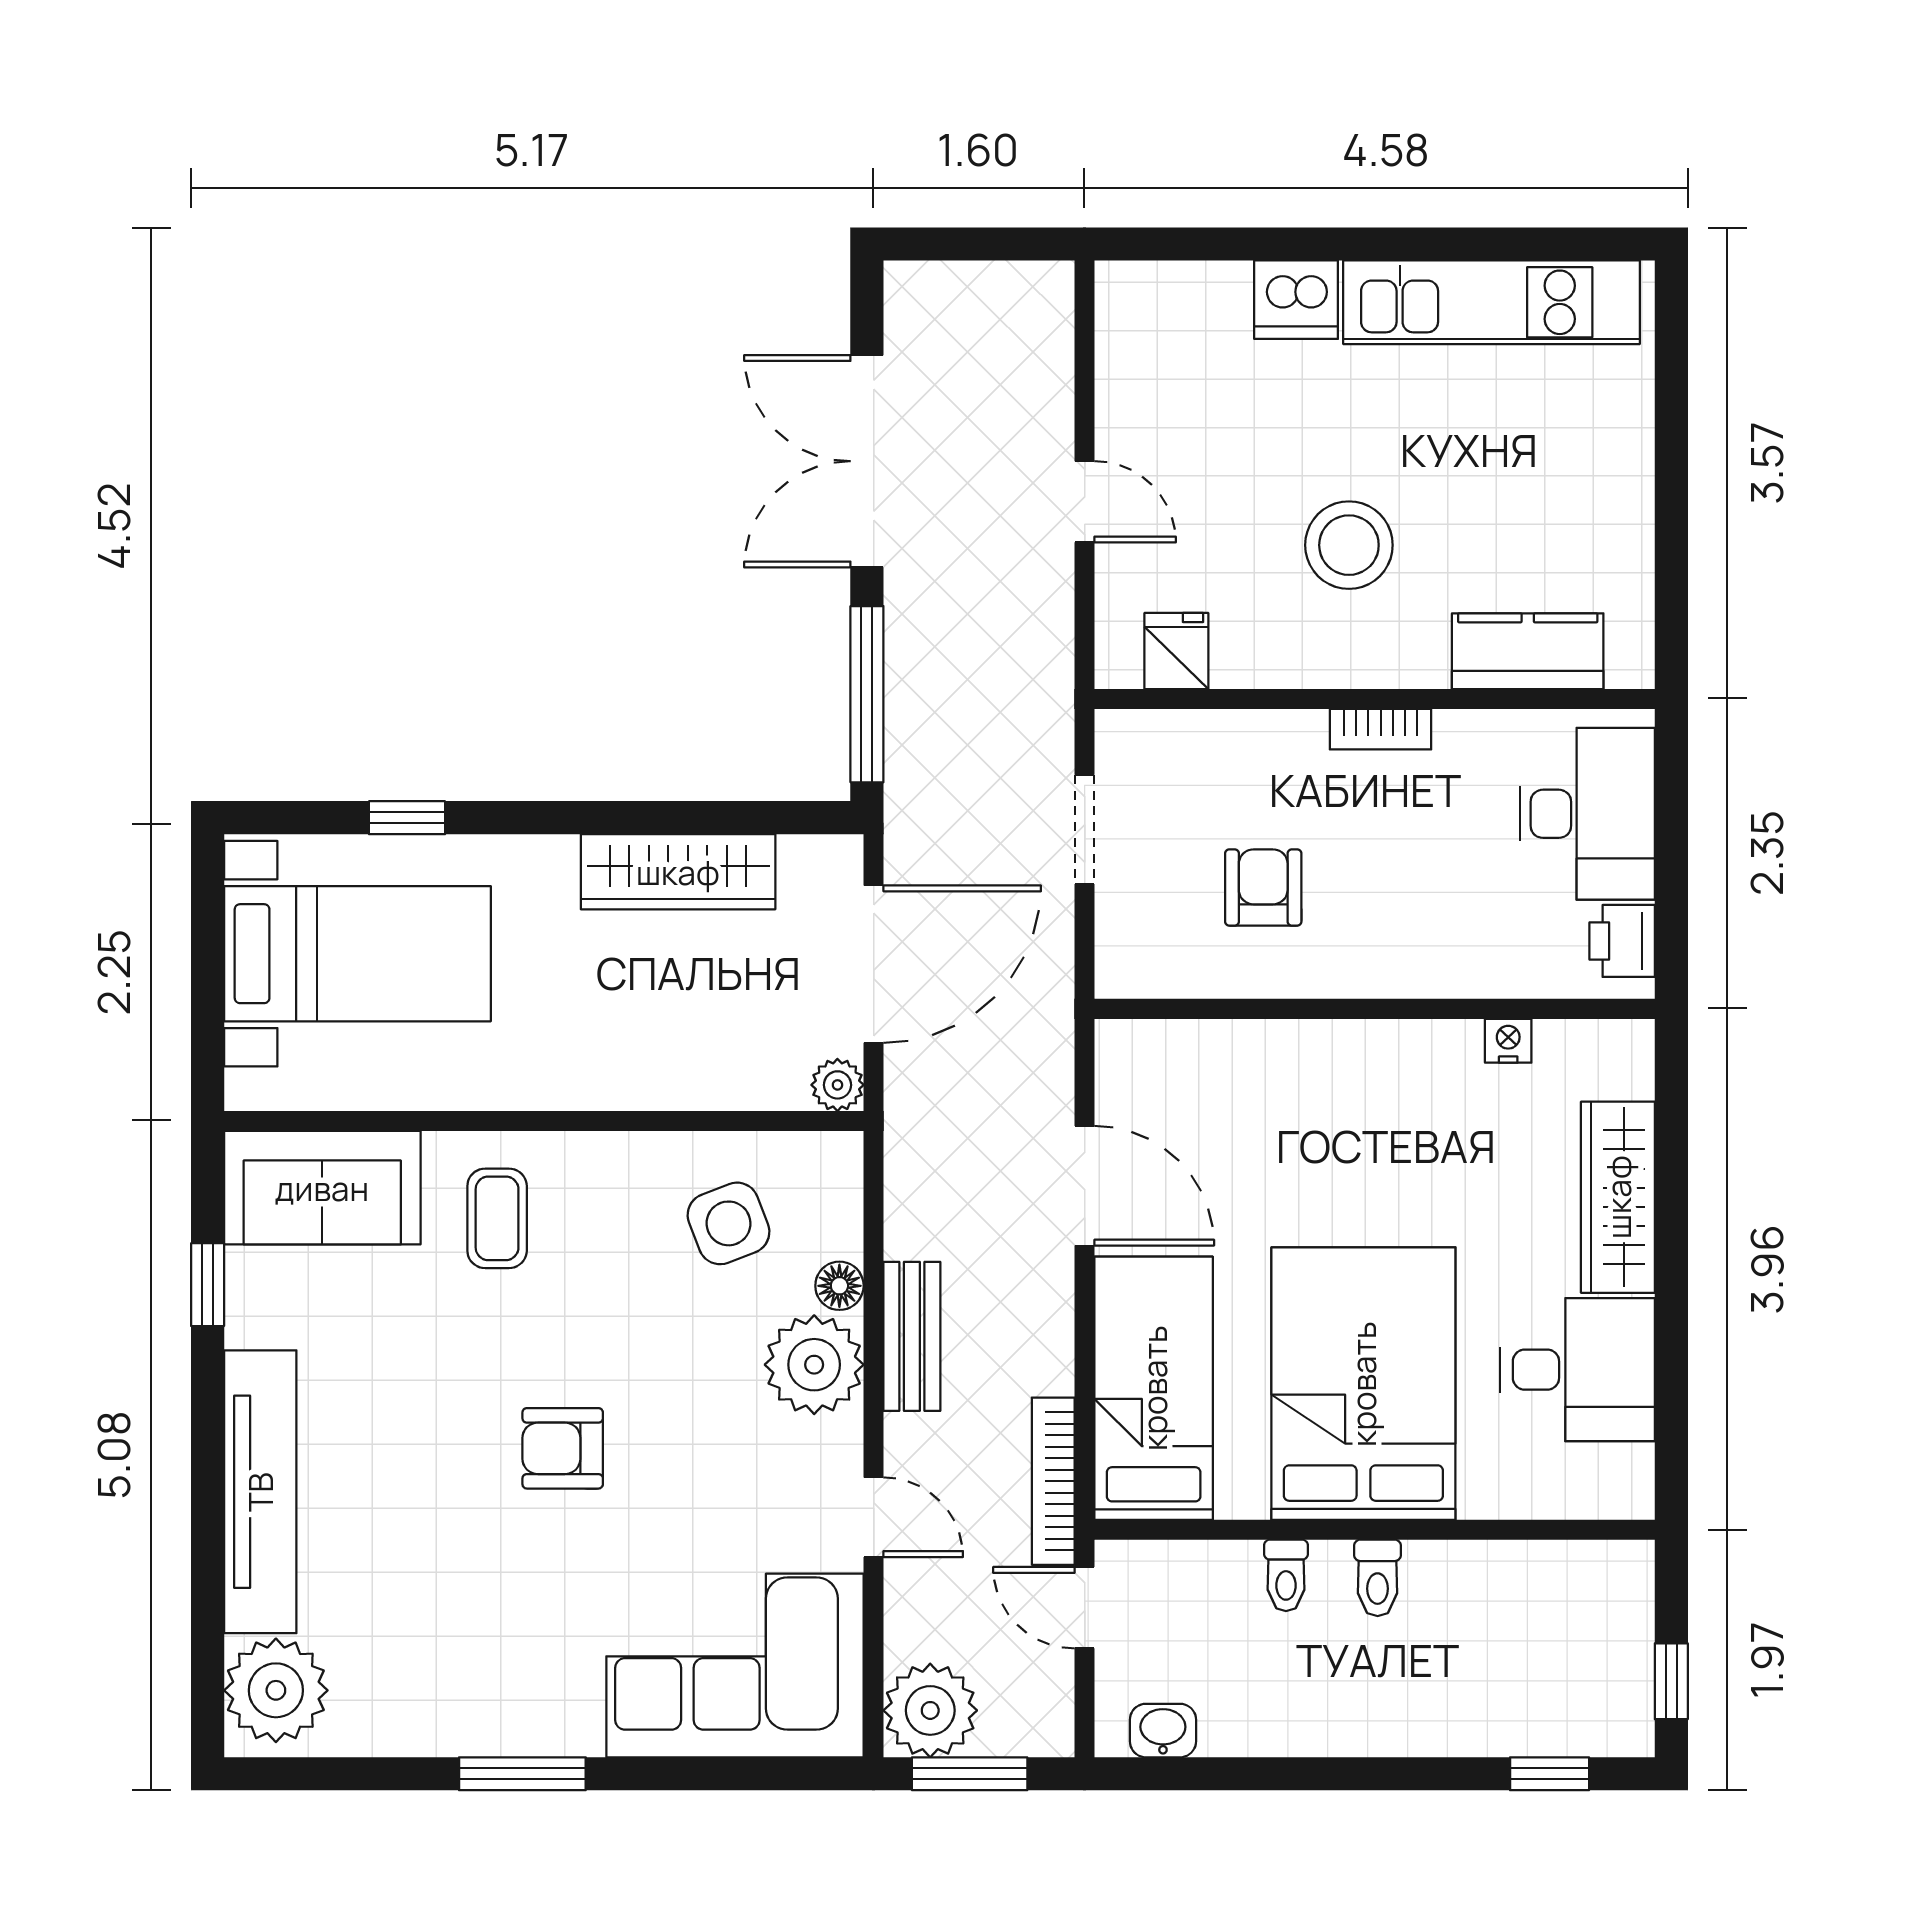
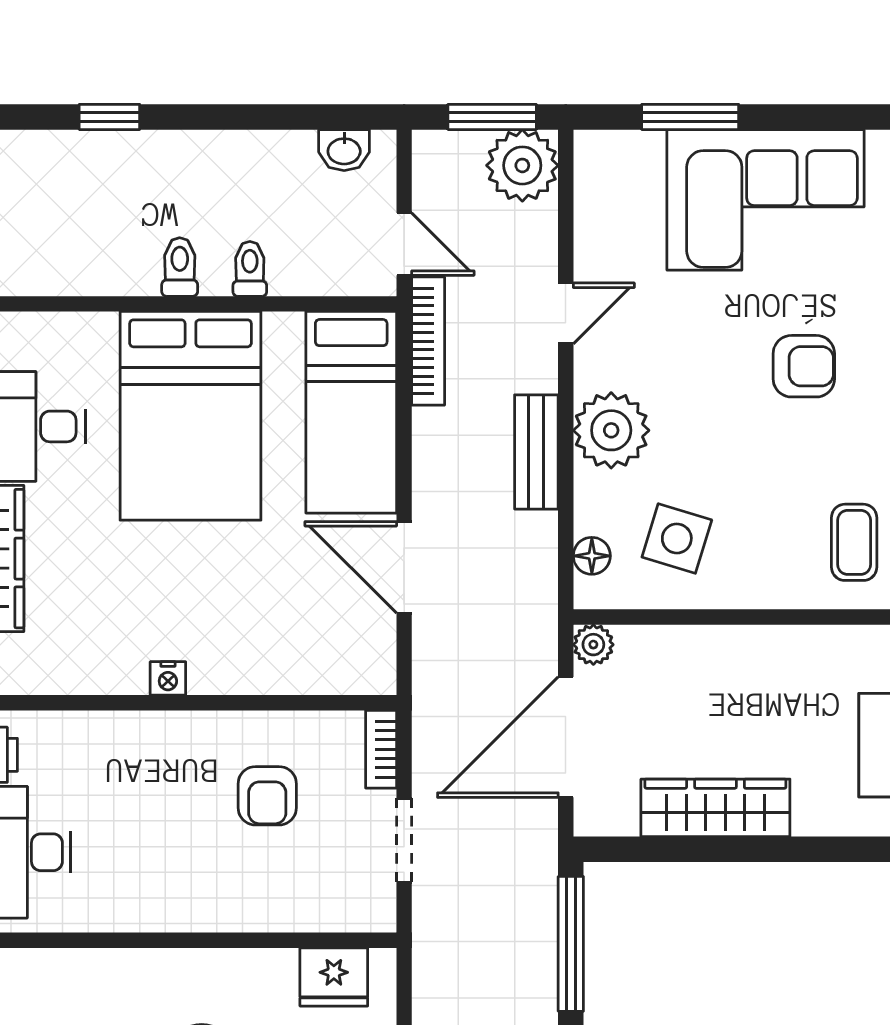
fridge: (1176, 651) -> (334, 977), width x1.38
kitchen counter: (1528, 651) -> (65, 977), removed
bookcase: (1381, 729) -> (381, 749), moved, turned -90
nightstand: (1508, 1041) -> (168, 678), moved
side table: (728, 1223) -> (677, 538), turned 38
floor lamp: (839, 1286) -> (592, 556), moved
door: (874, 1517) -> (566, 313), swing flipped
corner sofa: (735, 1665) -> (766, 200), moved
window: (522, 1774) -> (690, 117), moved
window: (1550, 1774) -> (109, 117), moved

